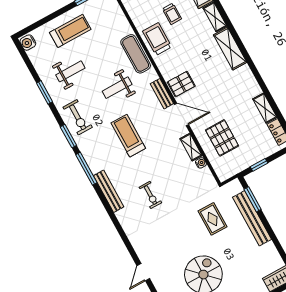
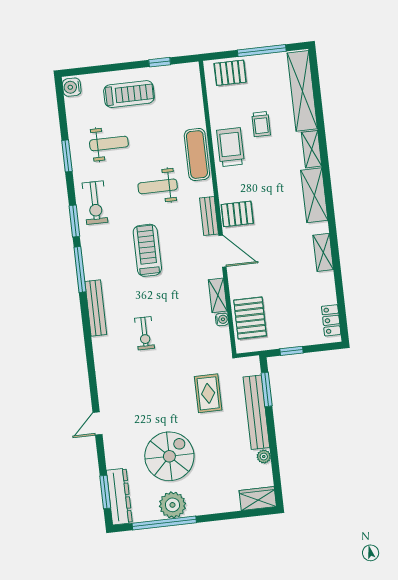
shelving: (265, 108) -> (323, 252), moved
pallet: (222, 138) -> (250, 318), moved
plant: (270, 247) -> (264, 457), added

